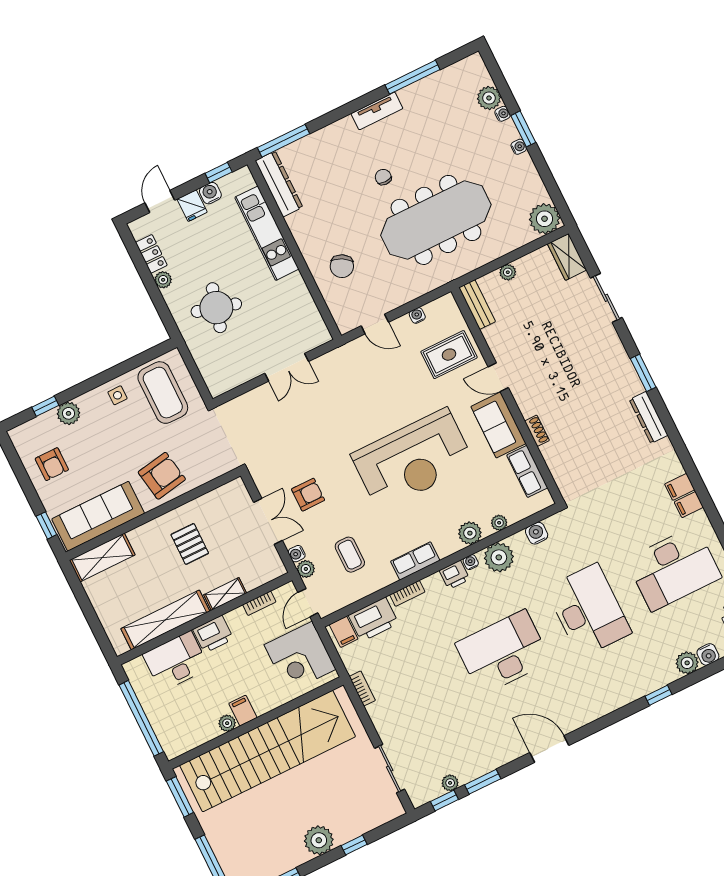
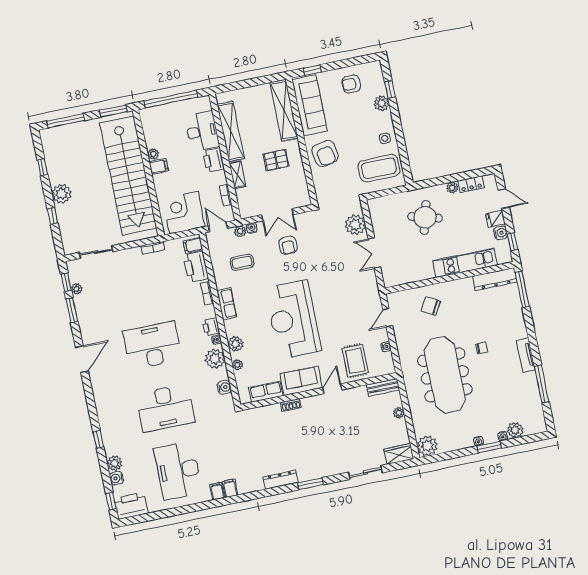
plant: (253, 406) -> (355, 225), added
shelving: (102, 558) -> (284, 110), width x1.47
desk: (503, 652) -> (152, 345), turned -90

